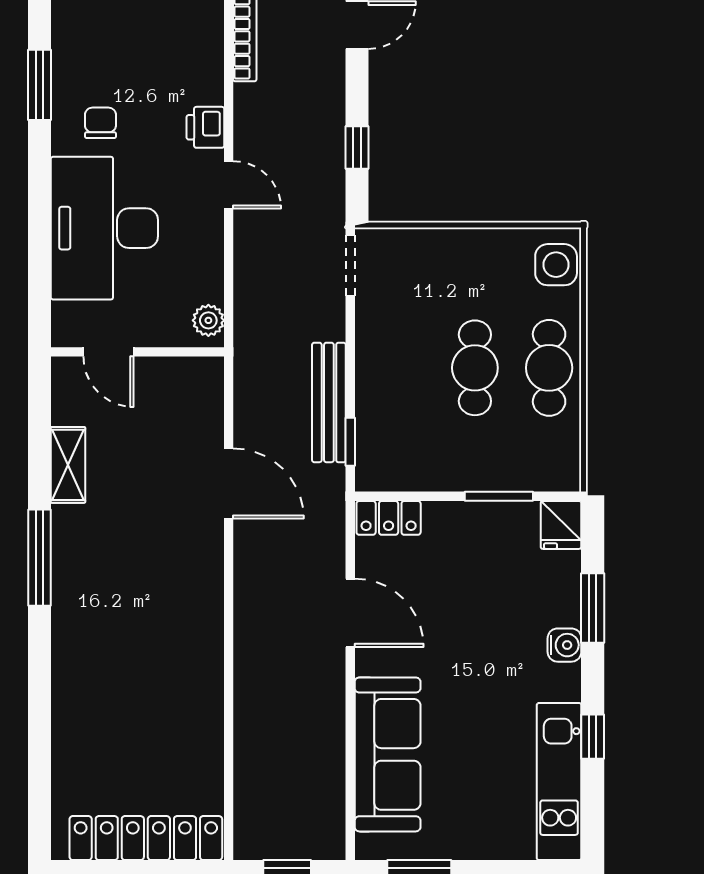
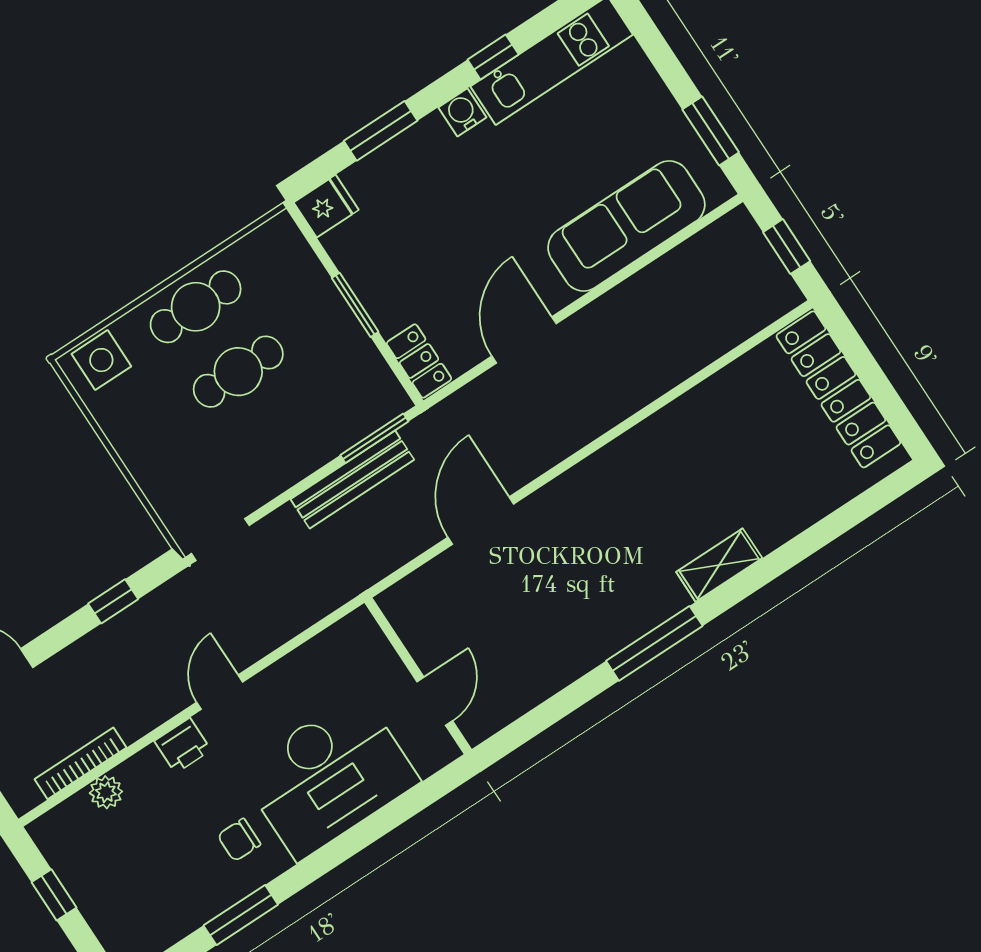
plant: (208, 320) -> (106, 792), moved
window: (350, 442) -> (374, 438), width x1.50
shelving: (68, 465) -> (719, 565), moved
window: (499, 496) -> (355, 305), moved
water cooler: (564, 645) -> (462, 112), moved

